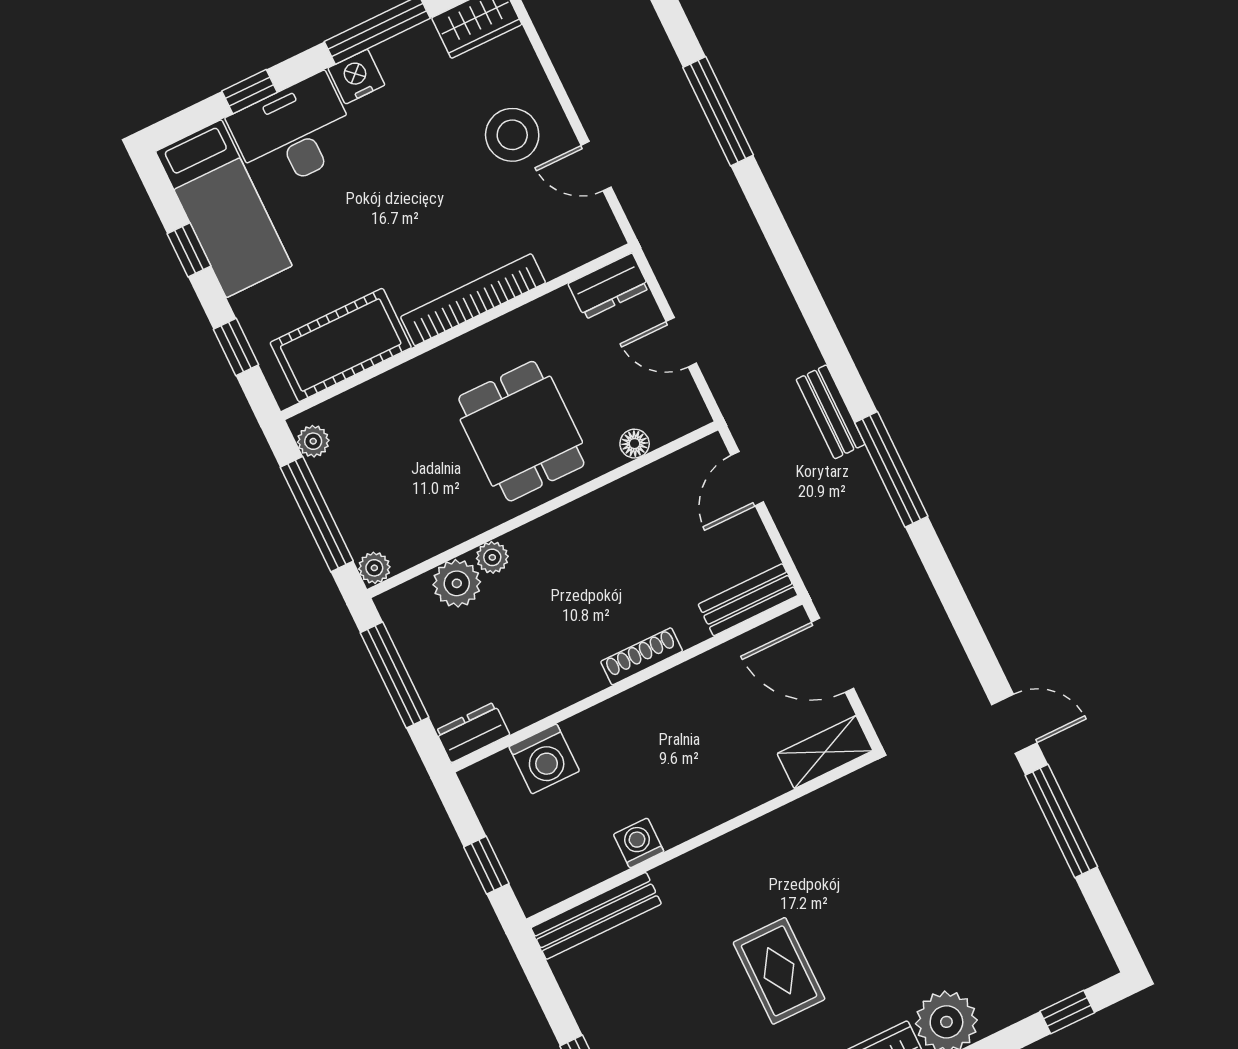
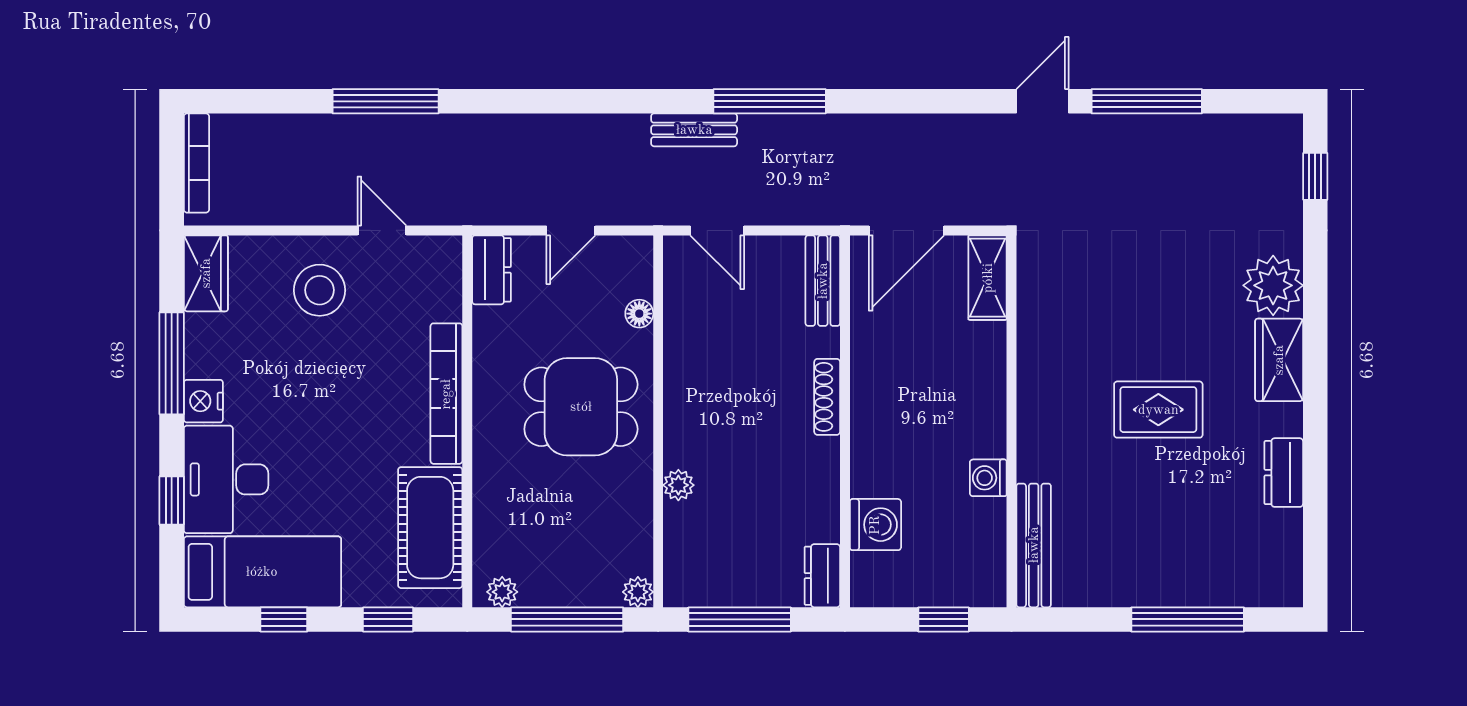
door: (596, 166) -> (382, 230), swing flipped
plant: (457, 583) -> (686, 527), removed

